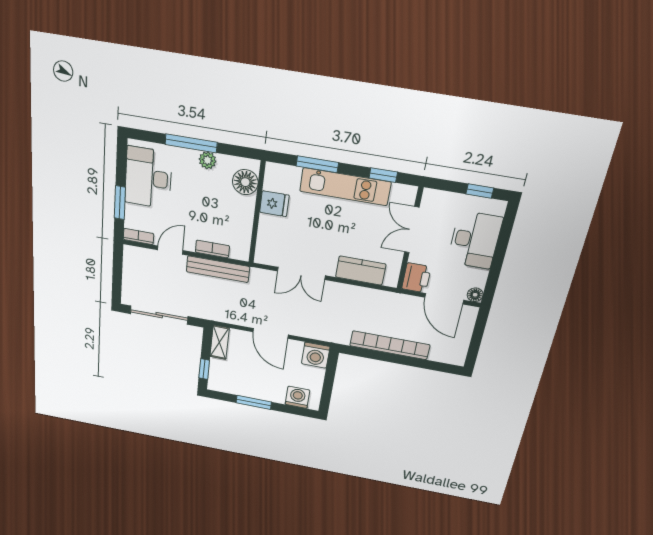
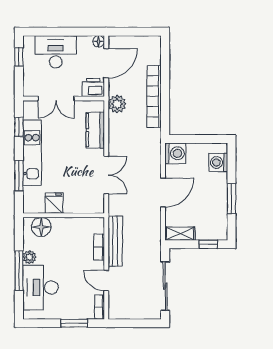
desk: (148, 178) -> (40, 288), moved, turned 90
plant: (389, 302) -> (117, 104), added

